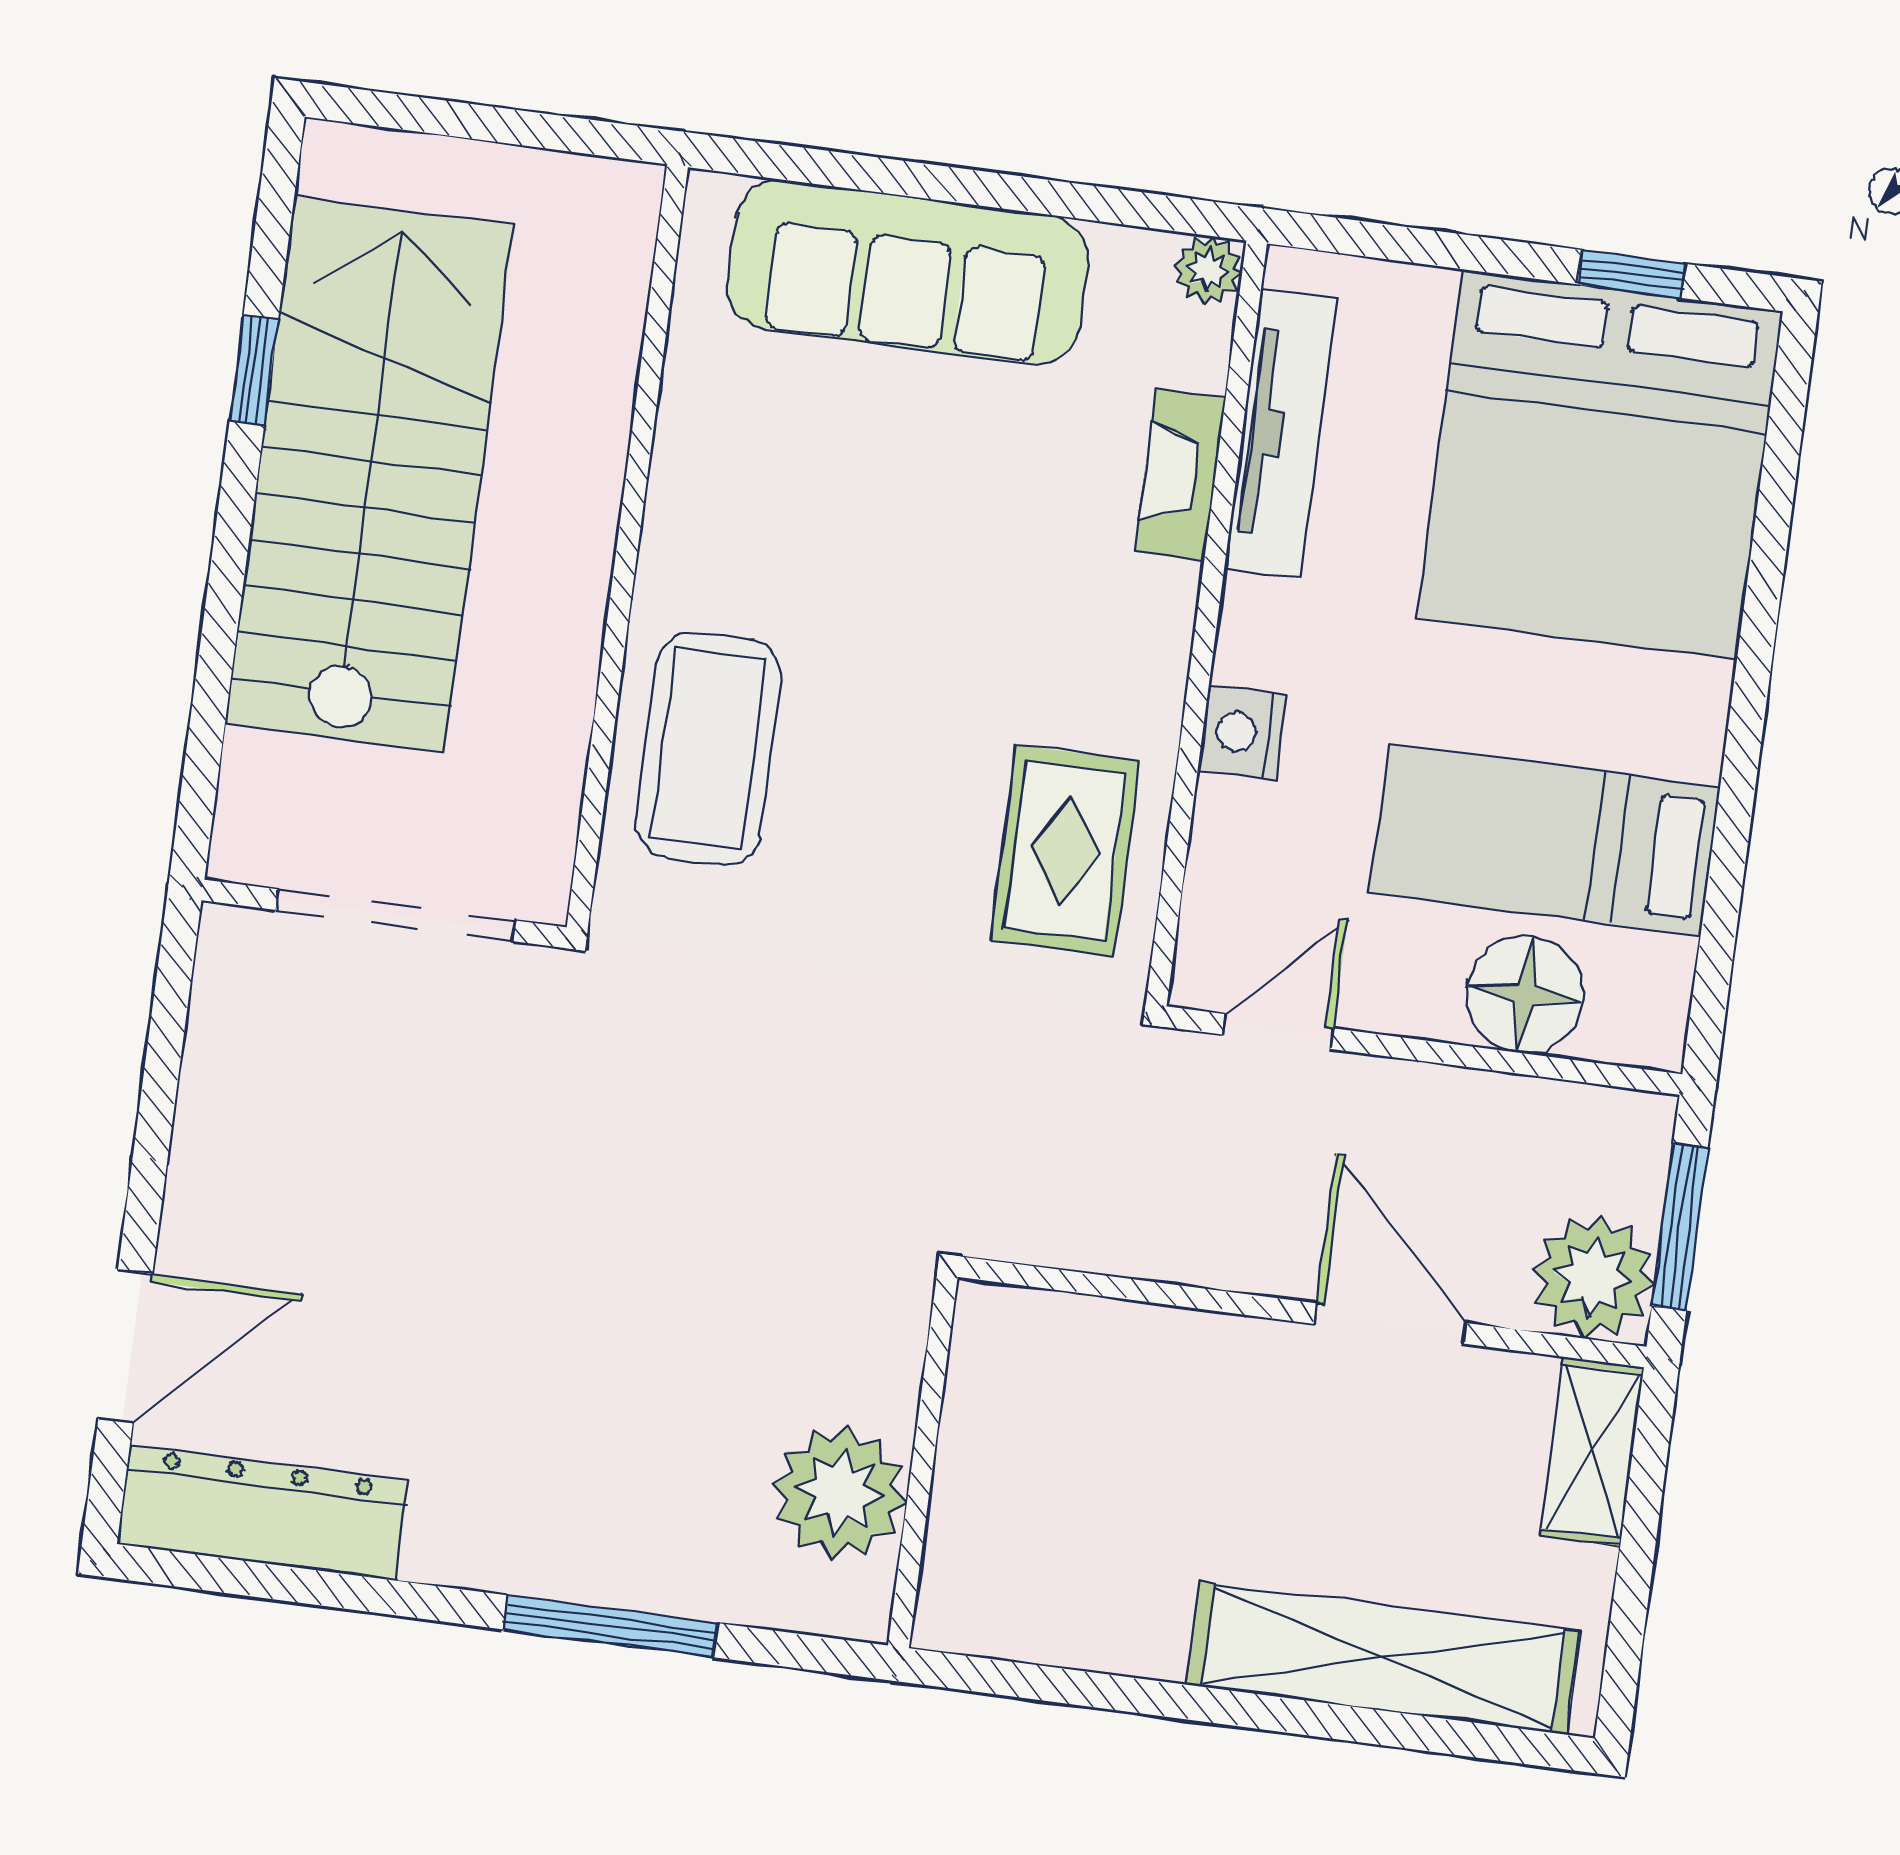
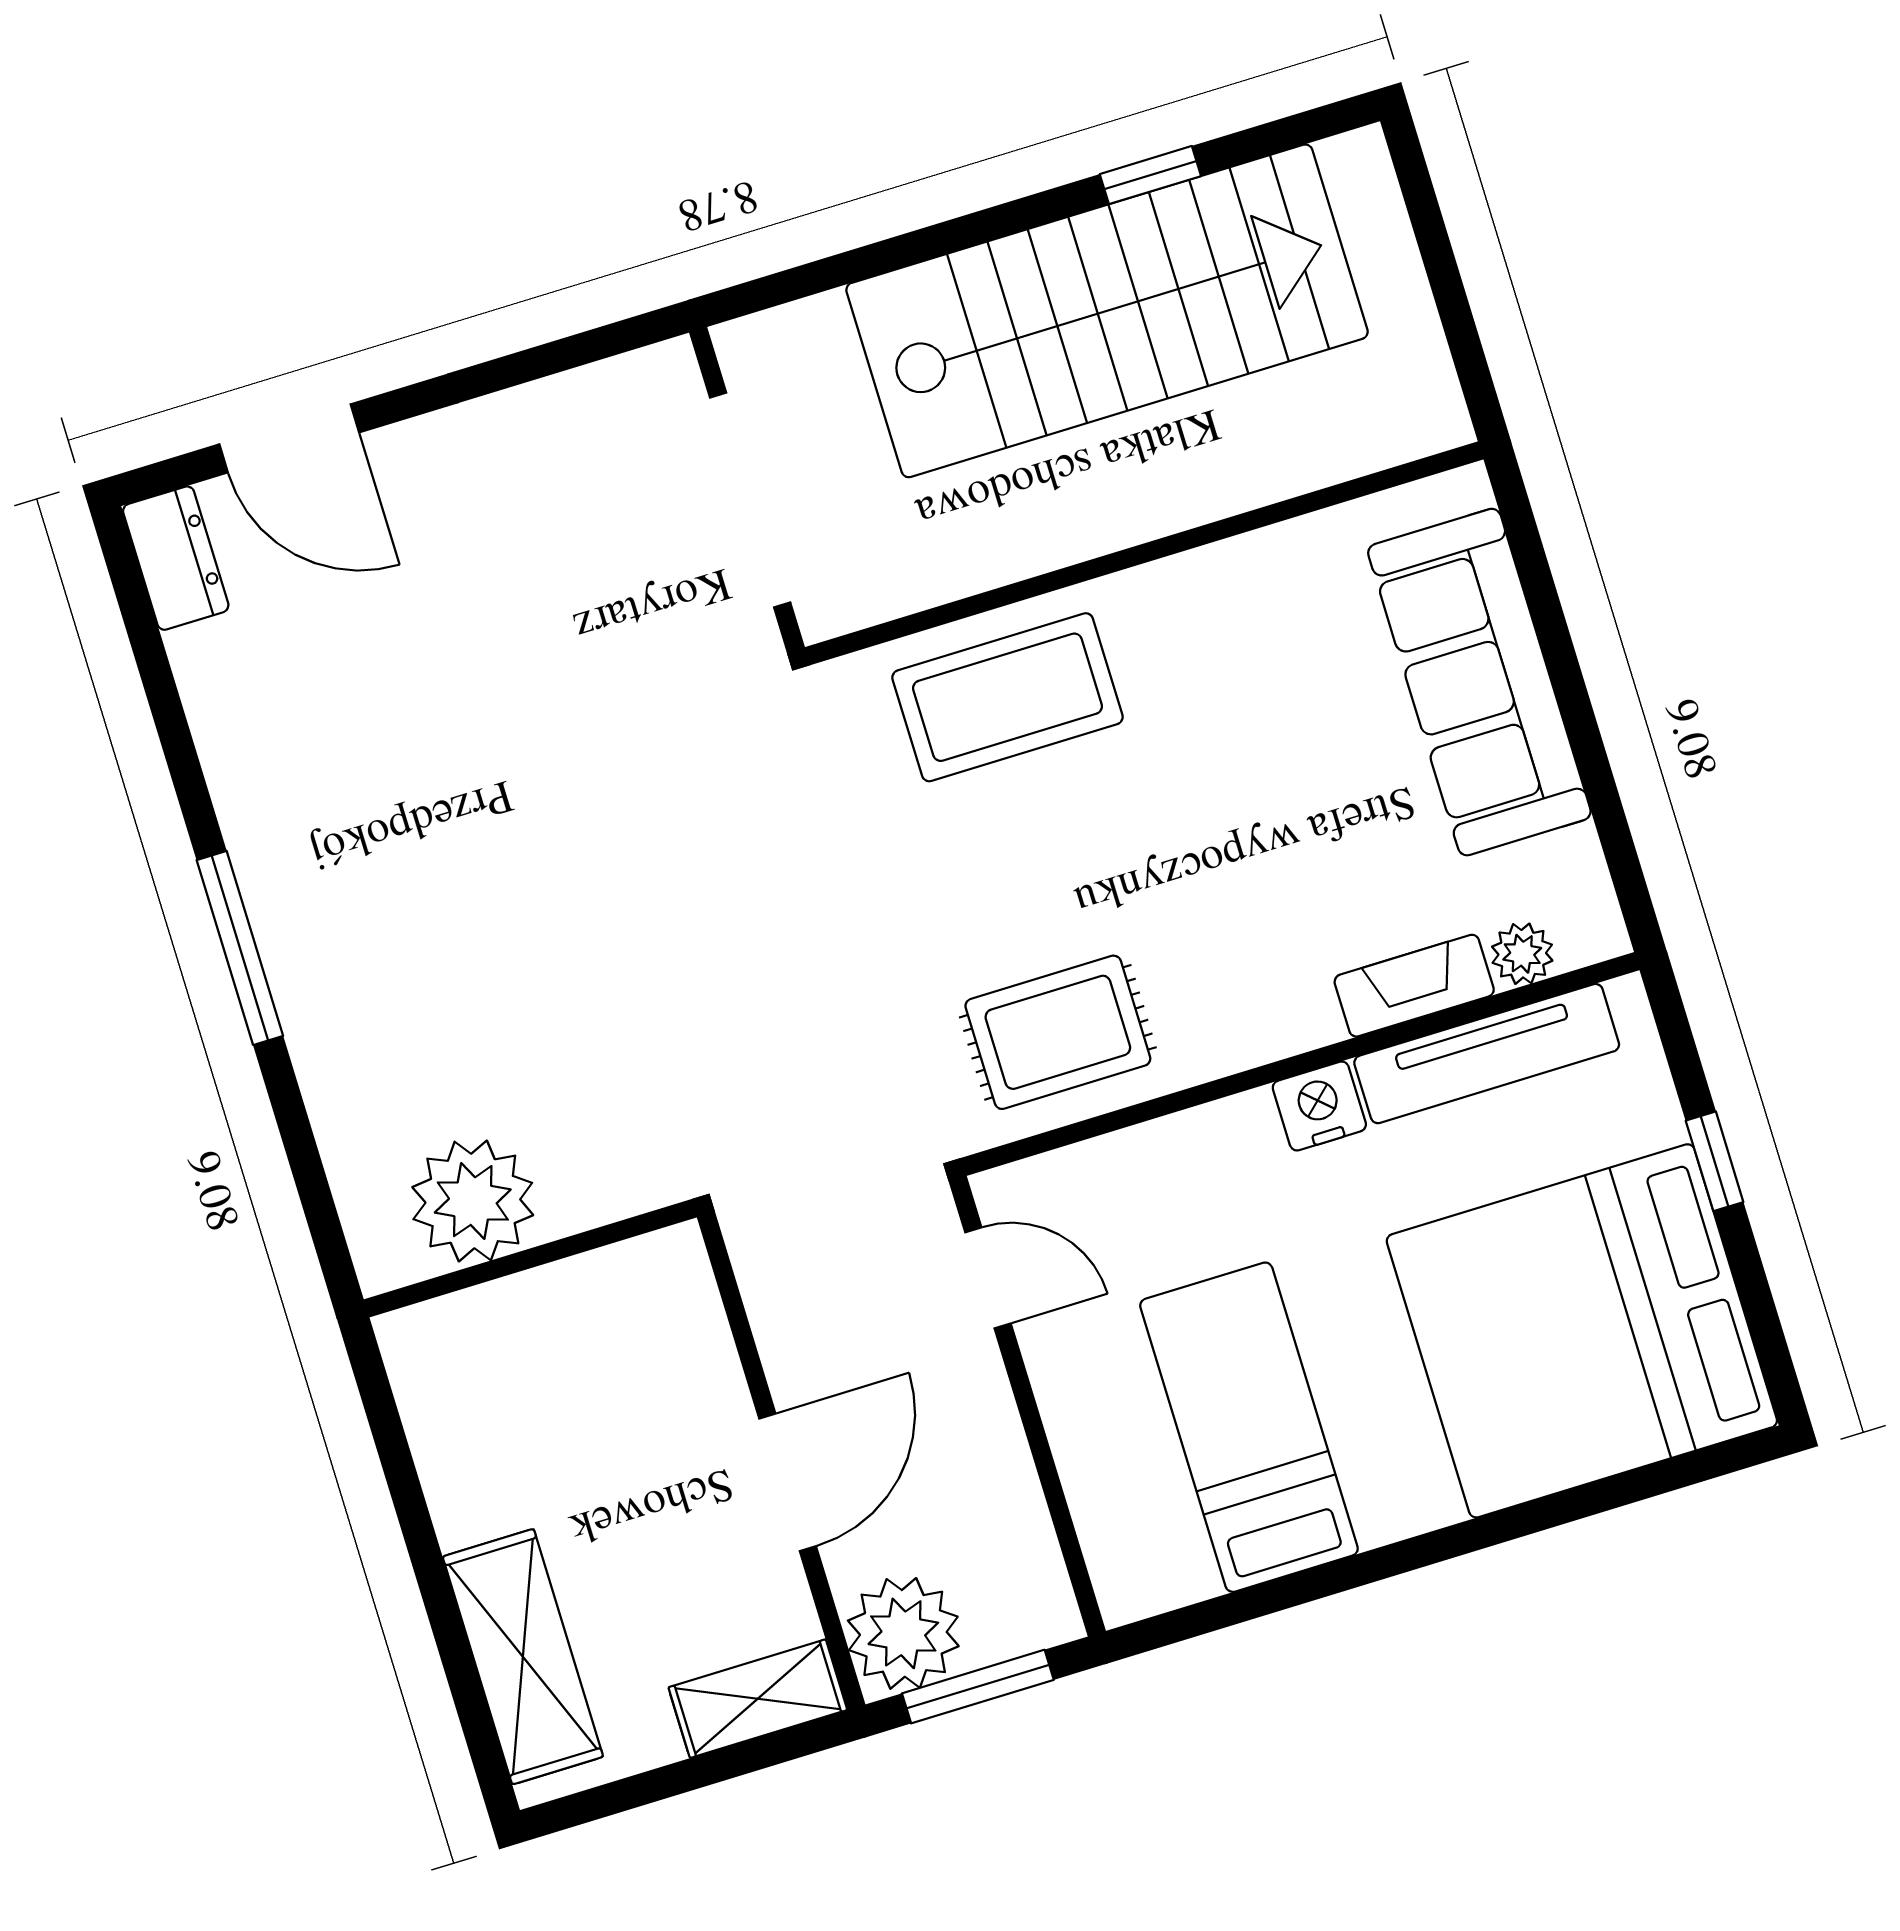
plant: (1208, 270) -> (1522, 954), moved
window: (1632, 274) -> (1715, 1161), moved
nightstand: (1243, 733) -> (1319, 1106), moved
floor lamp: (1525, 994) -> (1113, 1470), removed
wall: (923, 1461) -> (530, 1258), moved
plant: (840, 1492) -> (473, 1201), moved
dresser: (263, 1513) -> (176, 558), width x0.51, depth x0.80
shelving: (1383, 1658) -> (523, 1657), width x0.68

